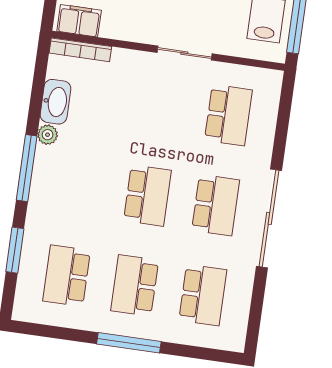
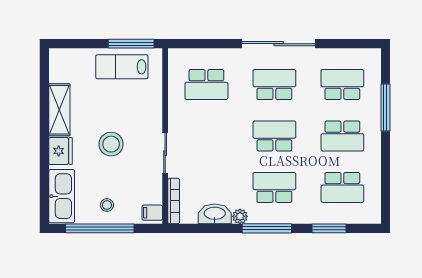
filing cabinet: (79, 21) -> (152, 213), width x0.50
sliding door: (184, 53) -> (165, 153), moved
school desk: (228, 115) -> (206, 84), turned 180
school desk: (79, 186) -> (274, 187), added
window: (129, 343) -> (385, 108), moved

